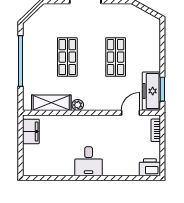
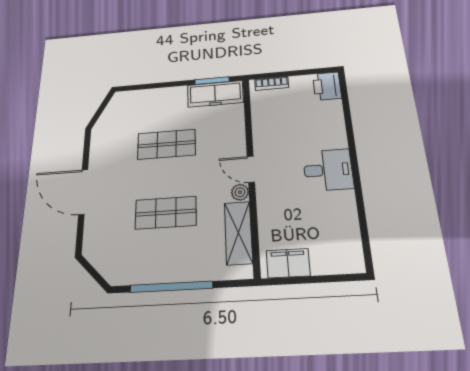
door: (130, 113) -> (251, 169), moved

